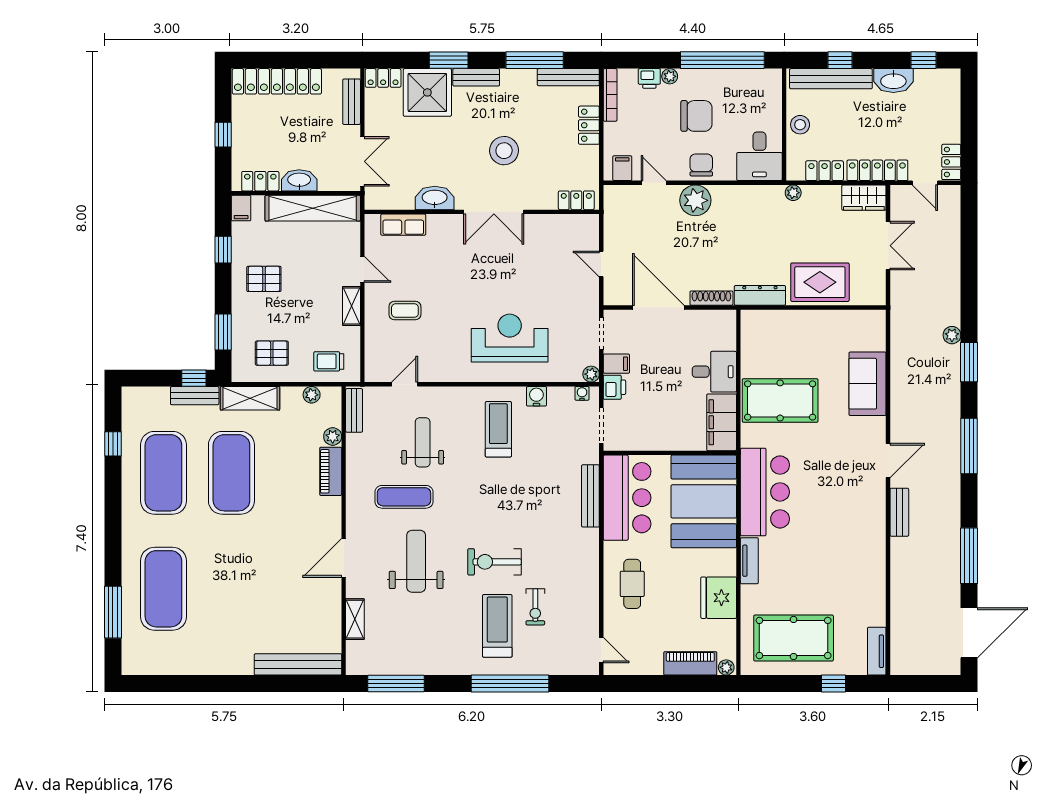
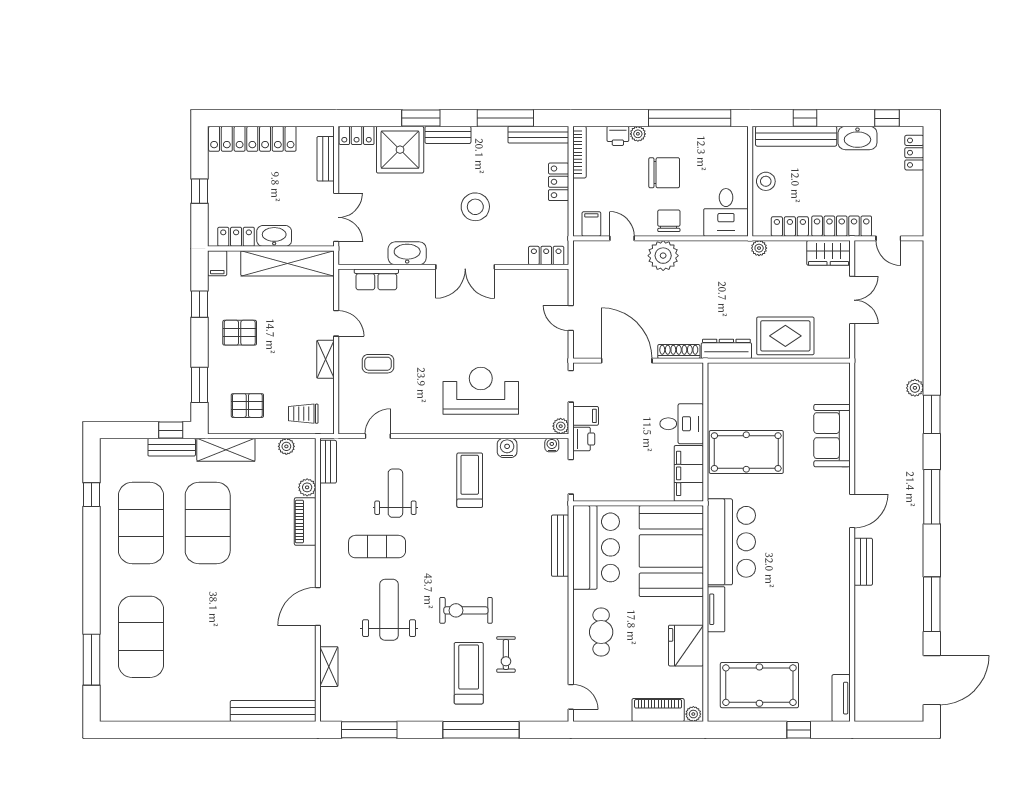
locker: (951, 162) -> (914, 153), moved

